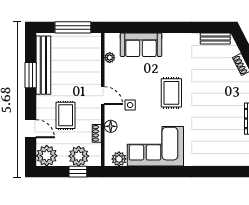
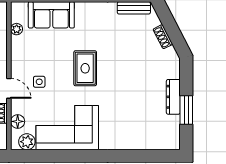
door: (103, 96) -> (9, 88), moved
floor lamp: (111, 126) -> (18, 121), moved

